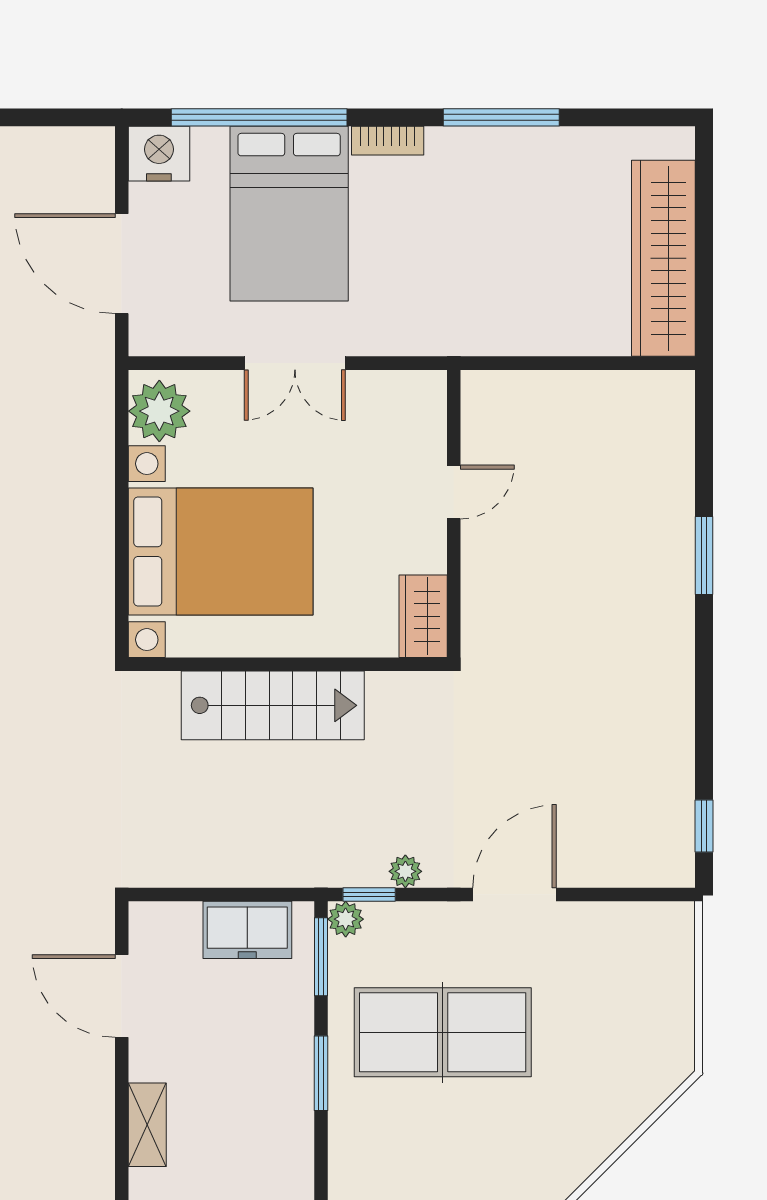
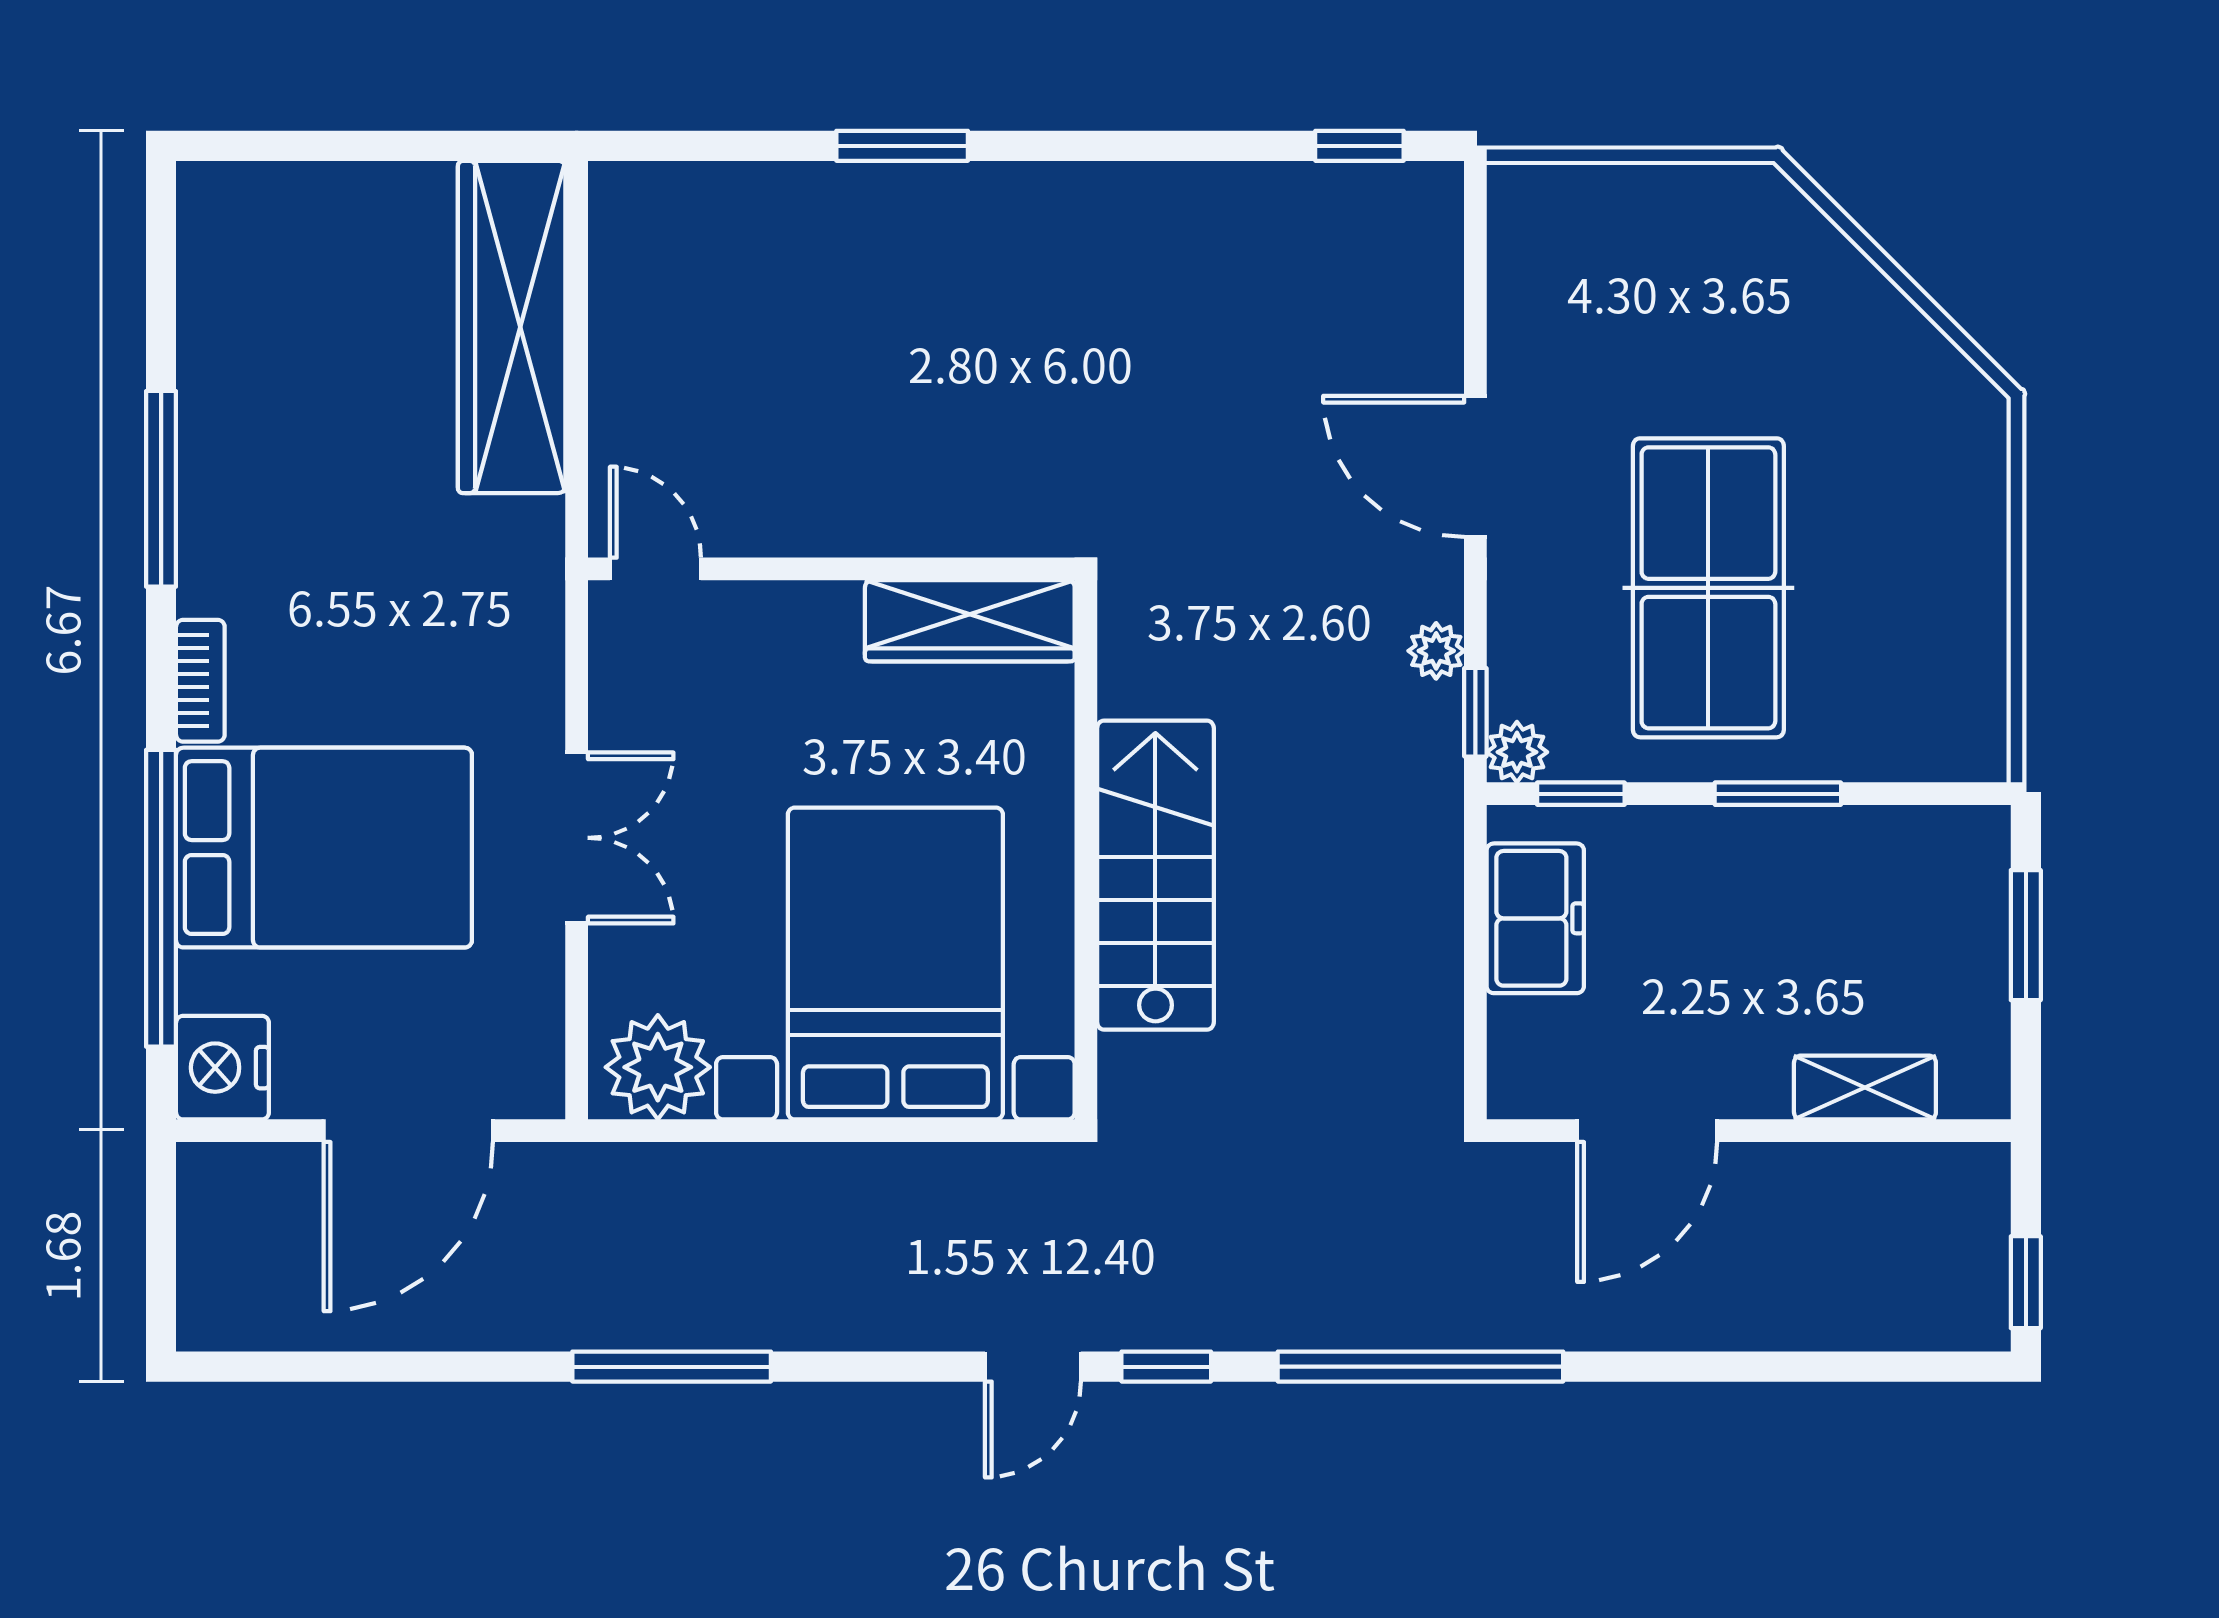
wardrobe: (663, 258) -> (512, 327), moved, turned 90
door: (454, 492) -> (655, 569), moved
wardrobe: (423, 616) -> (970, 621), width x1.50
window: (321, 957) -> (1581, 794), width x0.67

